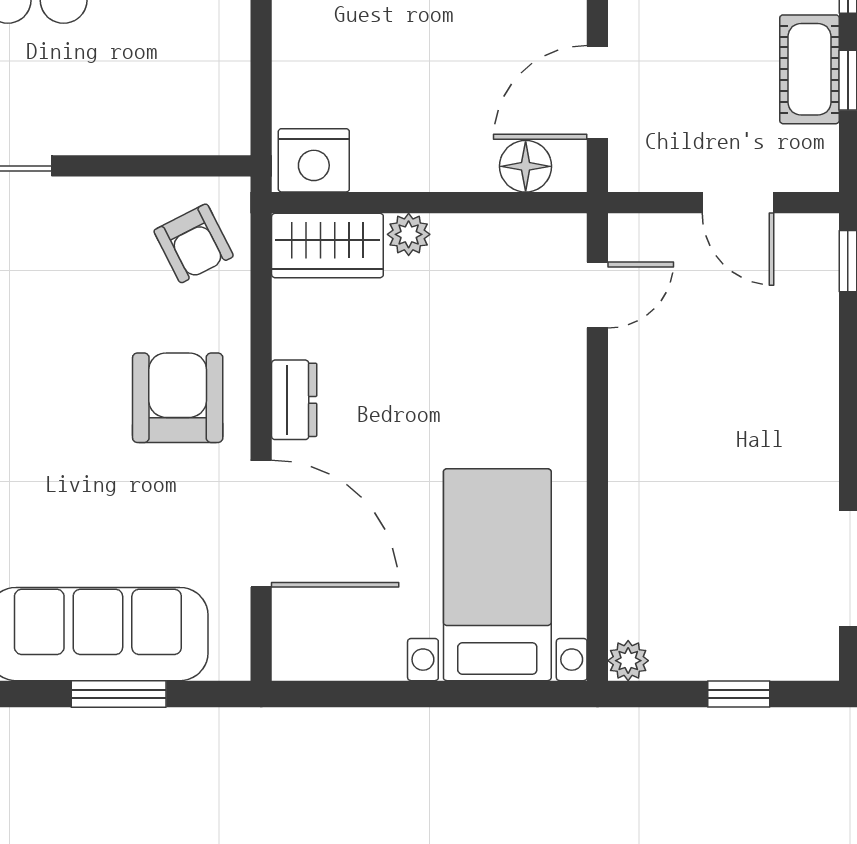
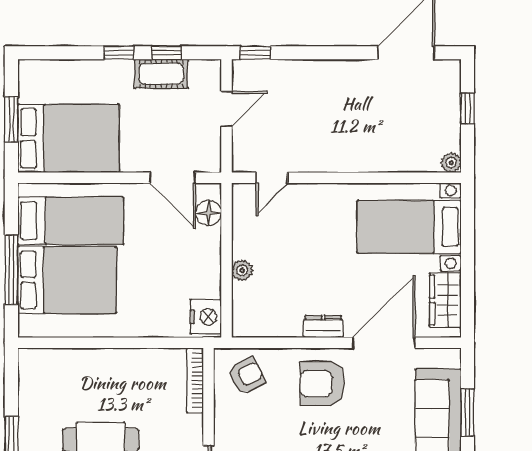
bookcase: (184, 138) -> (195, 380), added
wardrobe: (327, 246) -> (445, 300), moved, turned 180
door: (597, 295) -> (272, 178), swing flipped

